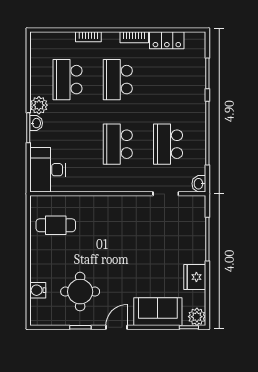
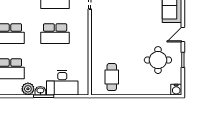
desk: (48, 170) -> (62, 83), moved
water cooler: (38, 290) -> (176, 90), moved
door: (117, 327) -> (183, 35), hinge flipped

